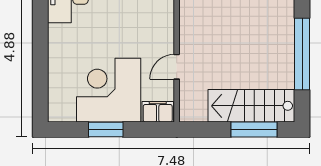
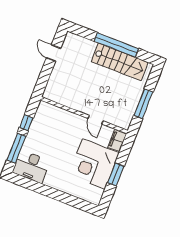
stairs: (251, 106) -> (120, 62), moved, turned -90
window: (254, 130) -> (143, 104), moved

